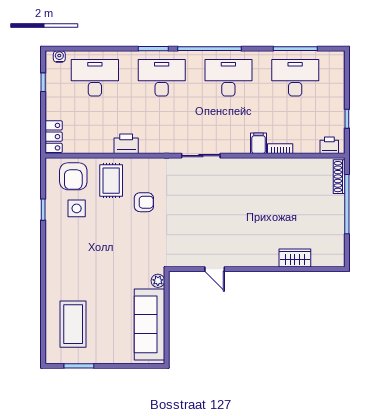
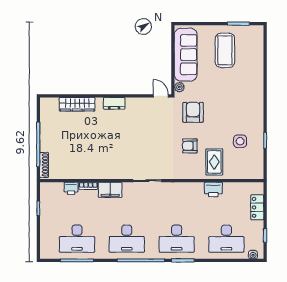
locker: (54, 137) -> (257, 207), moved
filing cabinet: (259, 143) -> (110, 190), width x2.00
printer: (126, 144) -> (213, 189), moved
printer: (329, 145) -> (71, 188), moved
armchair: (73, 176) -> (193, 112), moved
wardrobe: (295, 258) -> (77, 104), width x1.50
dresser: (245, 259) -> (114, 103), added
door: (215, 269) -> (161, 96), moved
coffee table: (73, 324) -> (225, 50), moved

